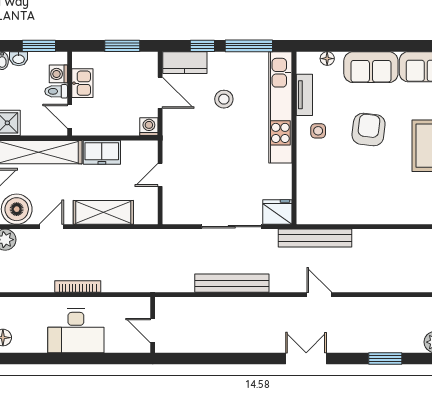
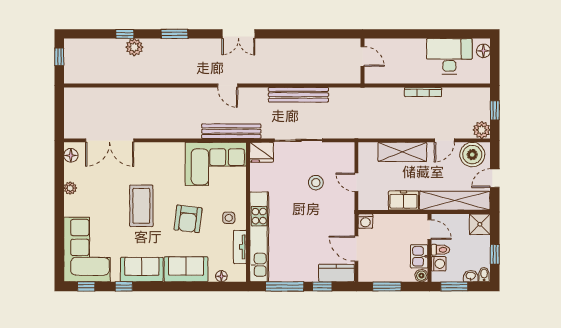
boiler: (80, 59) -> (421, 276), added
stool: (224, 99) -> (316, 183), moved
door: (160, 175) -> (356, 182), swing flipped
corner sofa: (334, 198) -> (216, 164), added
desk: (76, 331) -> (449, 56), moved

